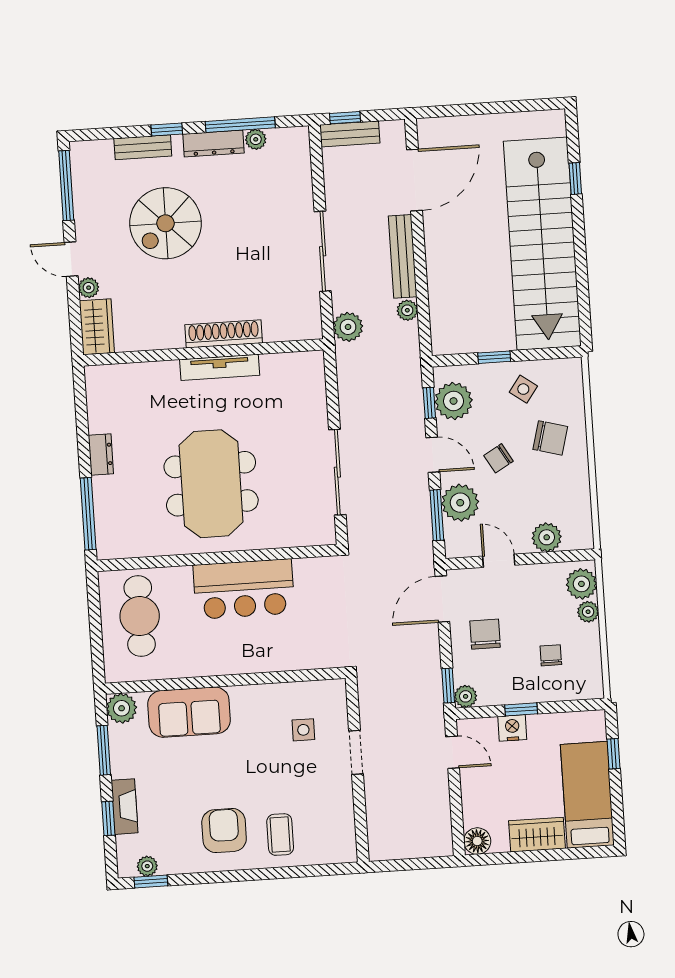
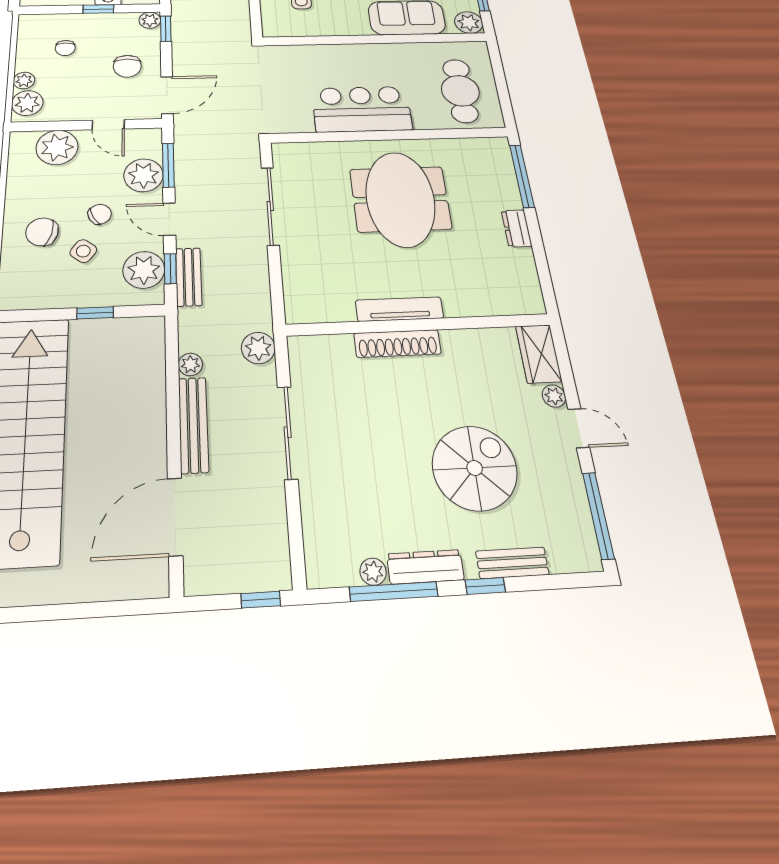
bench: (350, 134) -> (189, 277), moved, turned 90
side table: (523, 389) -> (83, 251), moved
plant: (547, 537) -> (57, 147), width x1.36, depth x1.36

